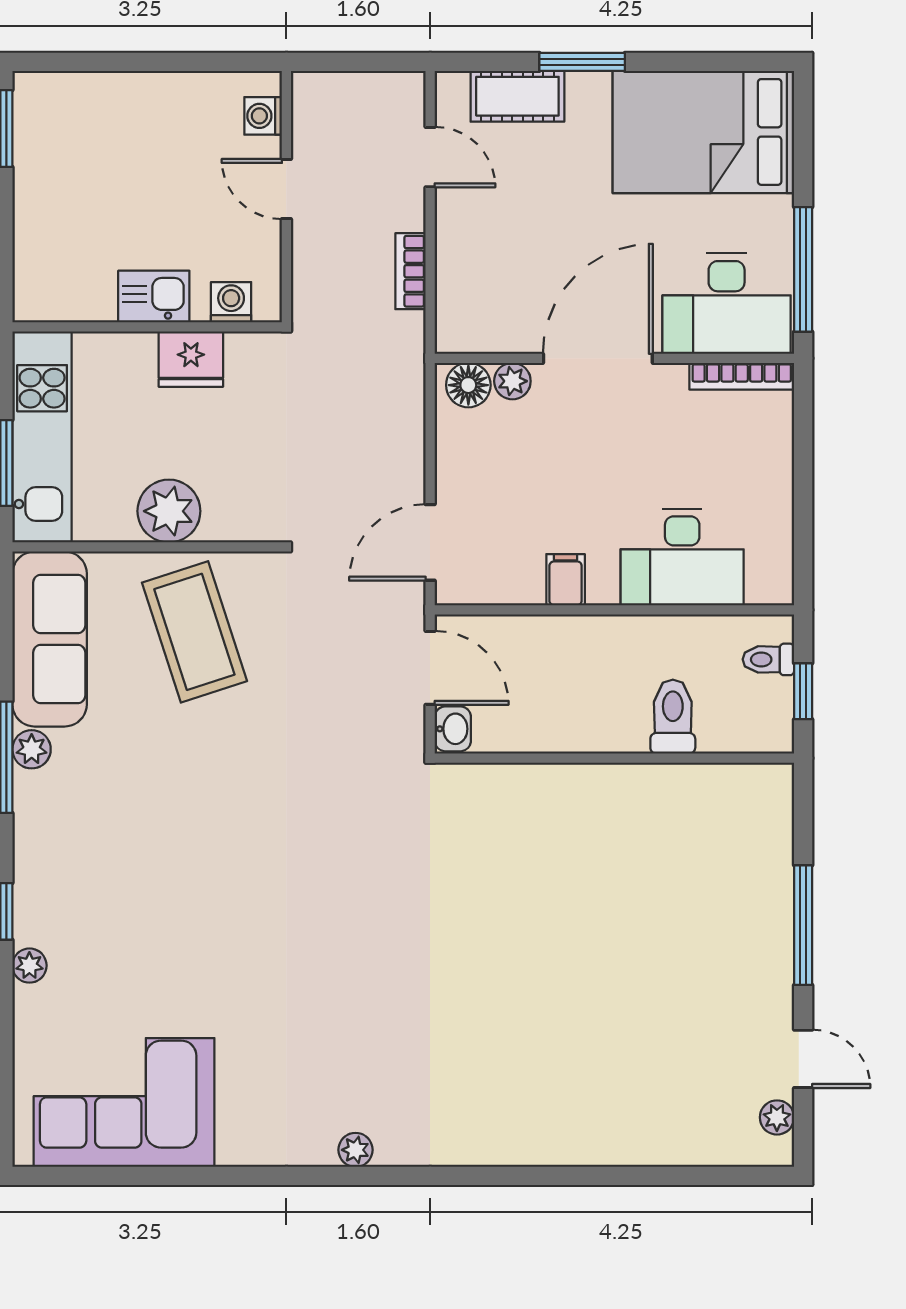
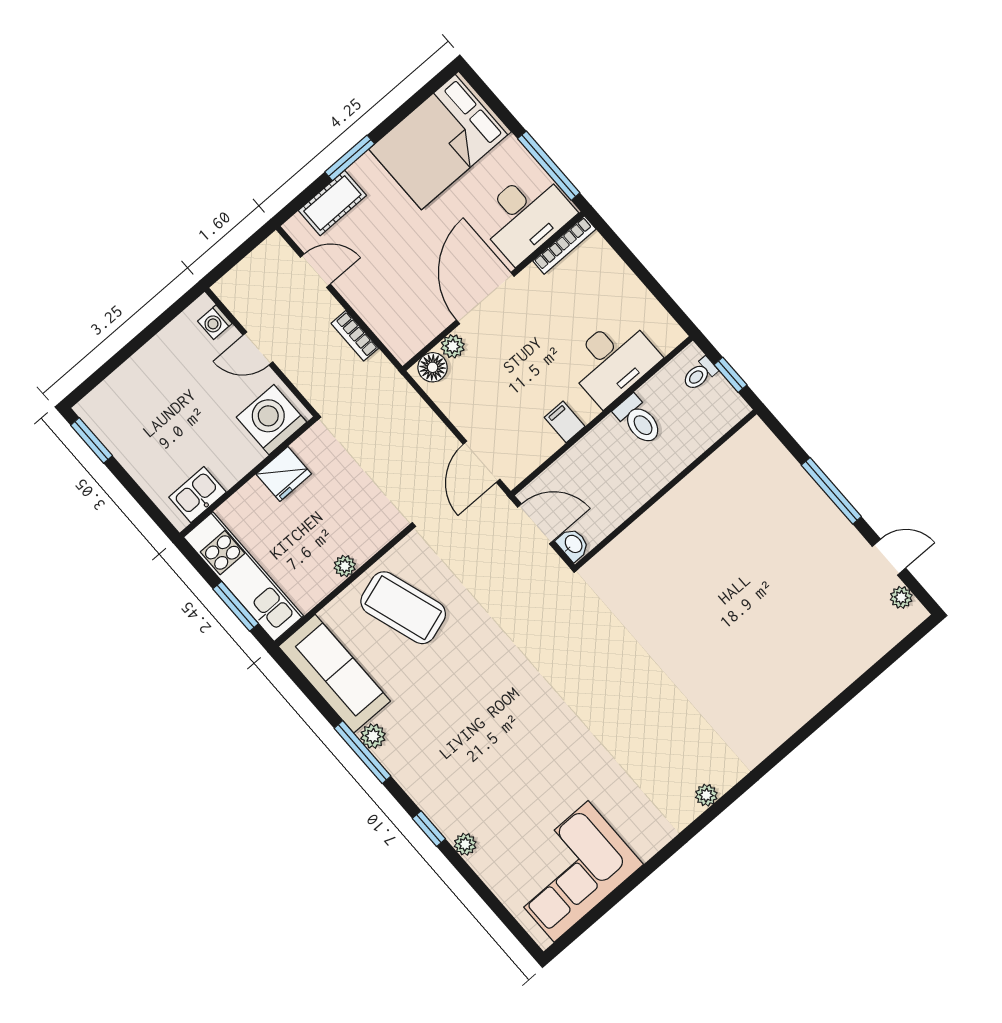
kitchen sink: (154, 296) -> (197, 495), moved
washing machine: (231, 302) -> (272, 420), width x1.89, depth x1.89
plant: (169, 511) -> (345, 566), width x0.53, depth x0.53
toilet: (673, 717) -> (639, 420), moved, turned 180

